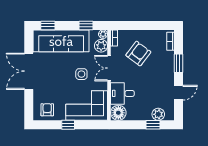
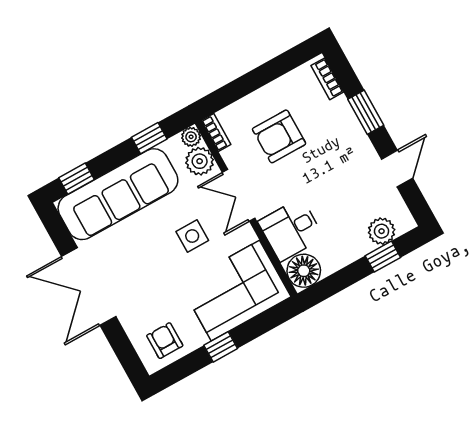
armchair: (138, 54) -> (279, 136), turned -127

